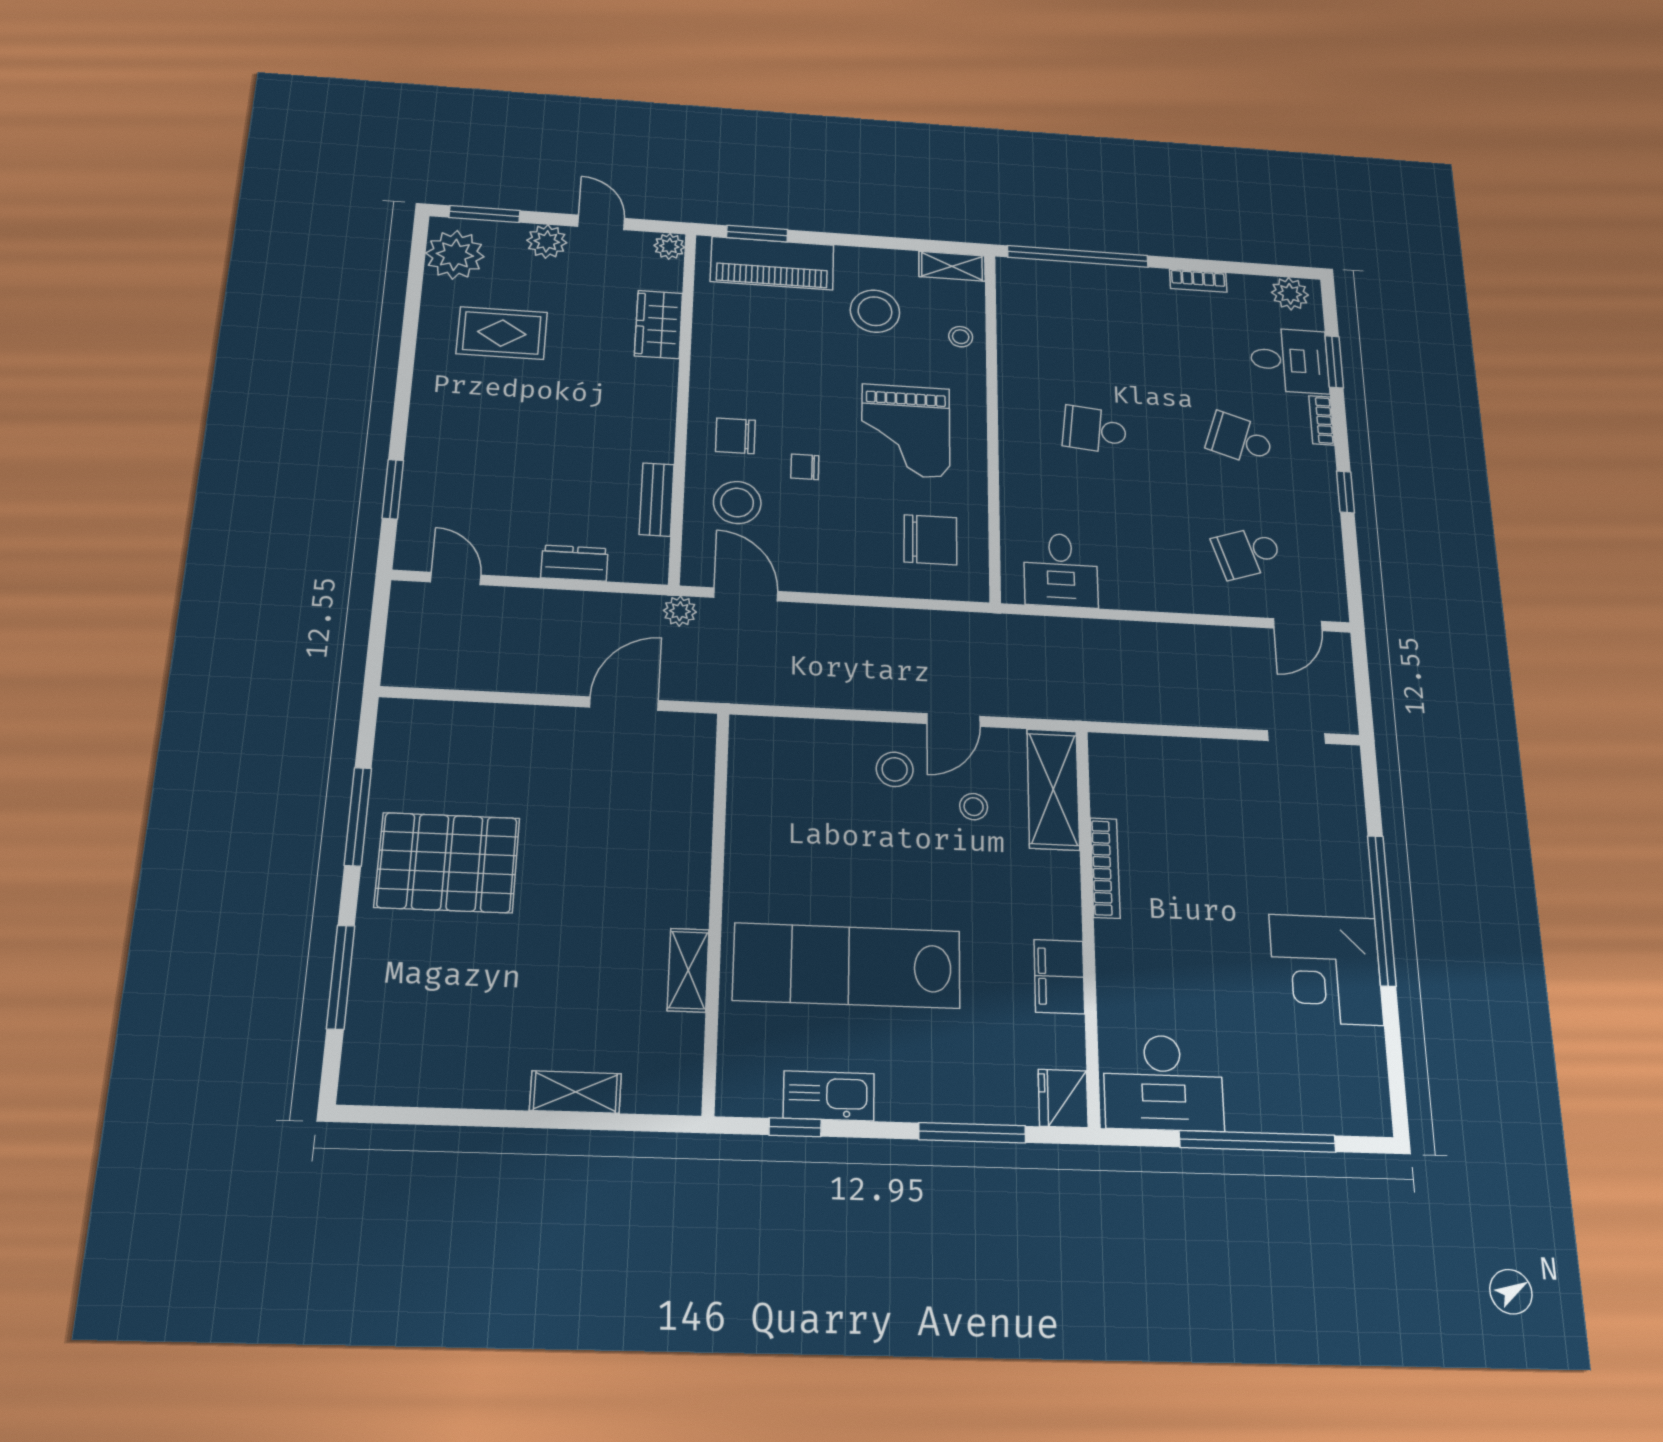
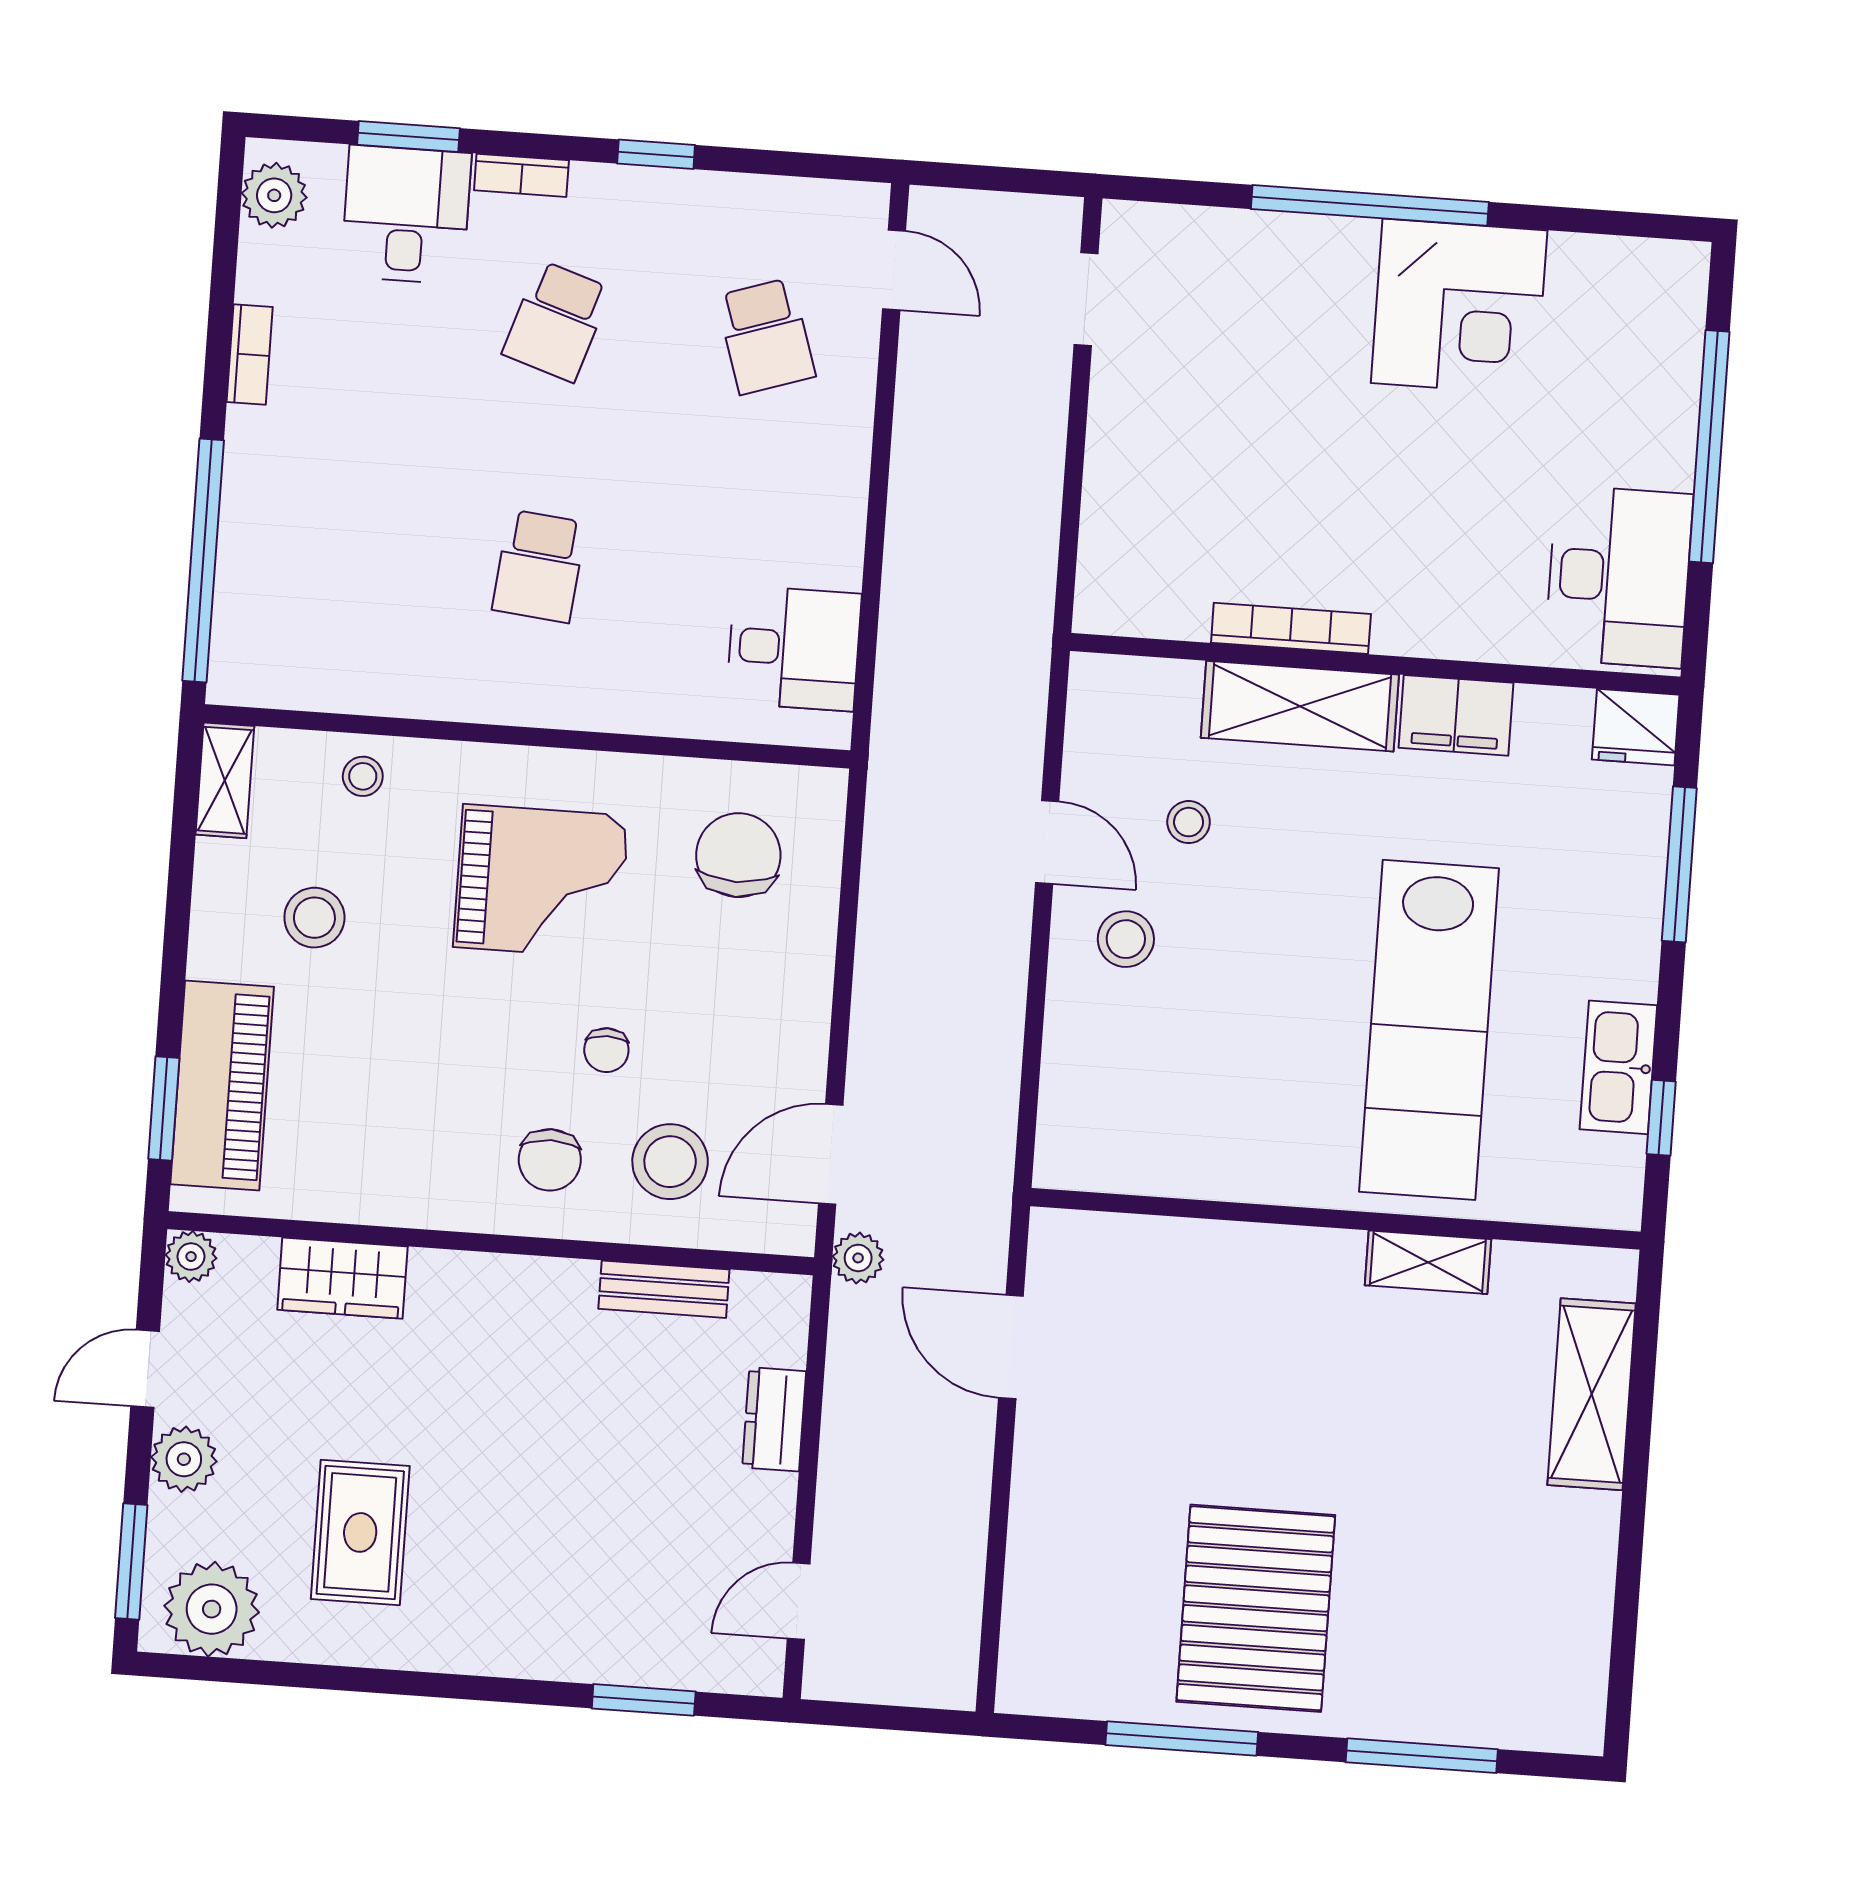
stool: (875, 311) -> (314, 918), width x0.73, depth x0.73
shelving: (1053, 789) -> (1300, 706), moved
shelving: (575, 1092) -> (1592, 1394), width x1.50, depth x1.33

